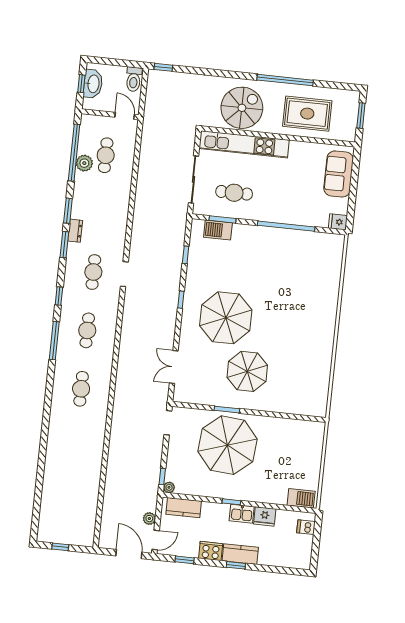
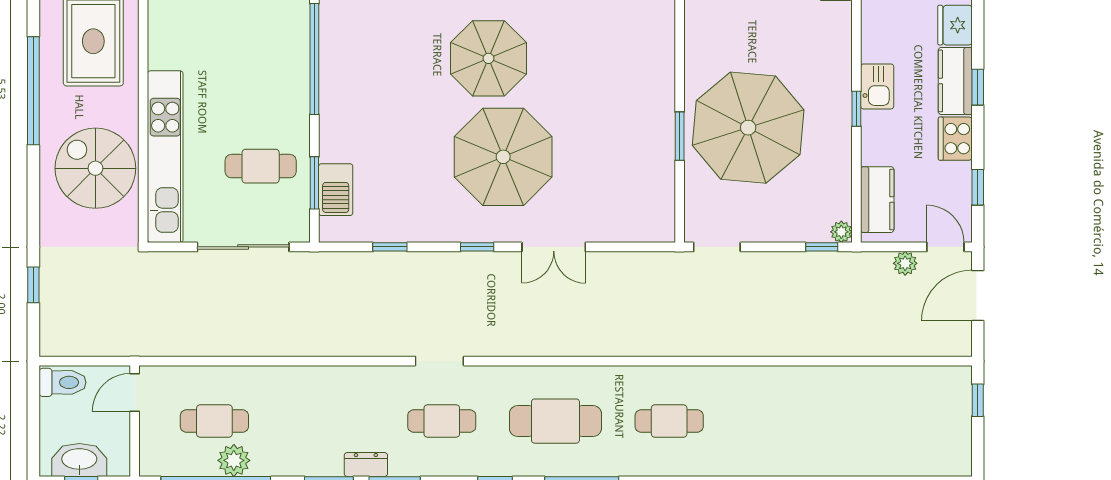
window: (163, 67) -> (33, 285), moved
cafe table: (234, 193) -> (261, 166), turned 90
cafe table: (87, 330) -> (555, 421), width x1.37, depth x1.35
double door: (174, 367) -> (554, 247), moved
parasol: (247, 371) -> (488, 58), moved
fridge: (265, 516) -> (955, 25), moved, turned 180
window: (60, 547) -> (978, 400), moved

